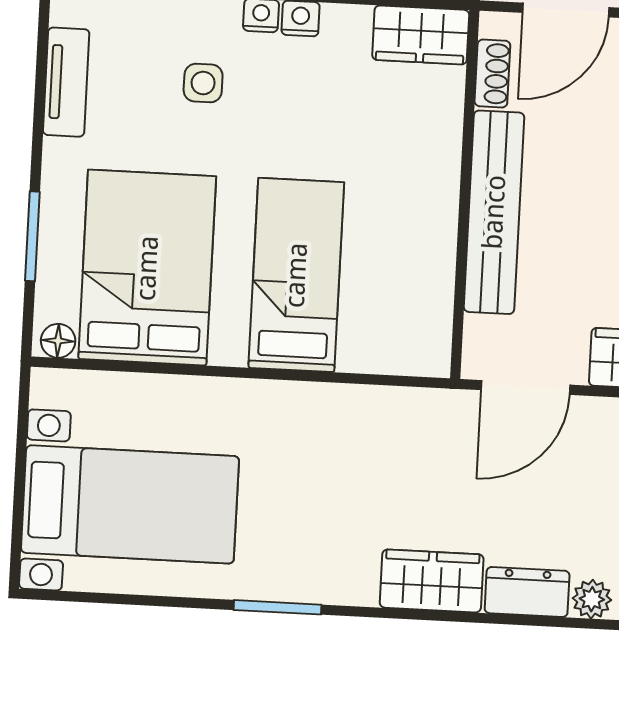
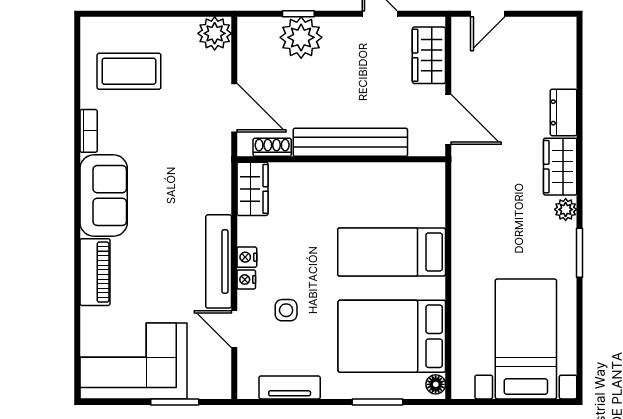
plant: (592, 599) -> (566, 209), moved

